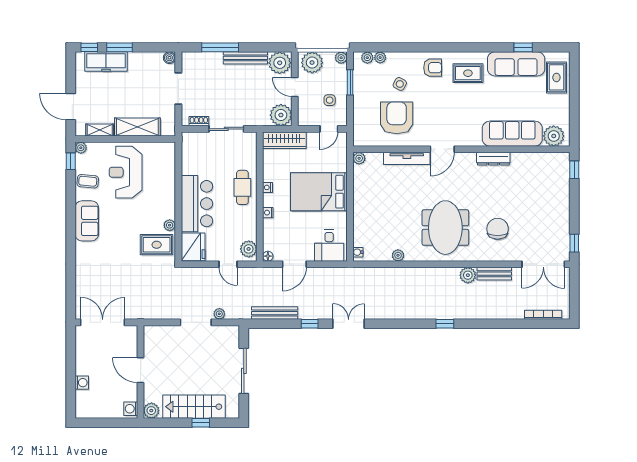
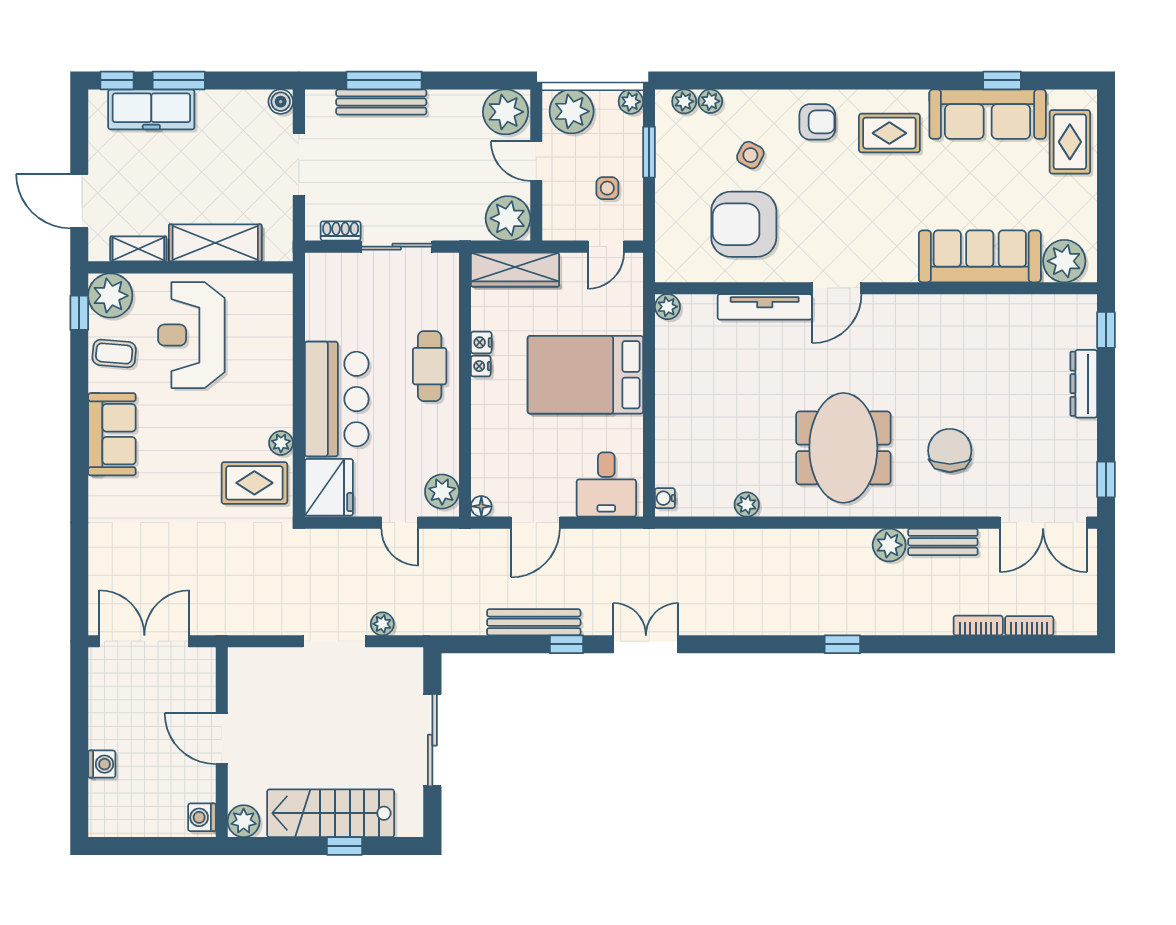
bench: (245, 58) -> (381, 102), moved
armchair: (397, 118) -> (744, 224), turned -90
plant: (81, 148) -> (110, 296), width x1.88, depth x1.88
dresser: (493, 159) -> (1084, 384), moved, turned 90
nightstand: (268, 213) -> (481, 342), moved
bench: (275, 313) -> (534, 622), moved
bookcase: (511, 315) -> (978, 626), added
bookcase: (543, 315) -> (1029, 626), width x0.64

